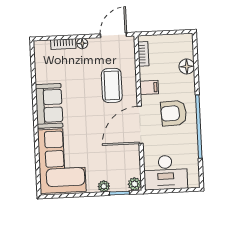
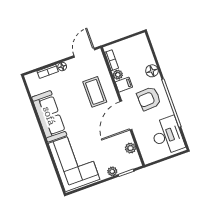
floor lamp: (187, 66) -> (152, 71), moved
plant: (145, 73) -> (118, 75), added
sofa: (49, 106) -> (49, 116), width x1.36
desk: (165, 172) -> (167, 136), moved, turned -90
plant: (135, 184) -> (130, 148), moved

